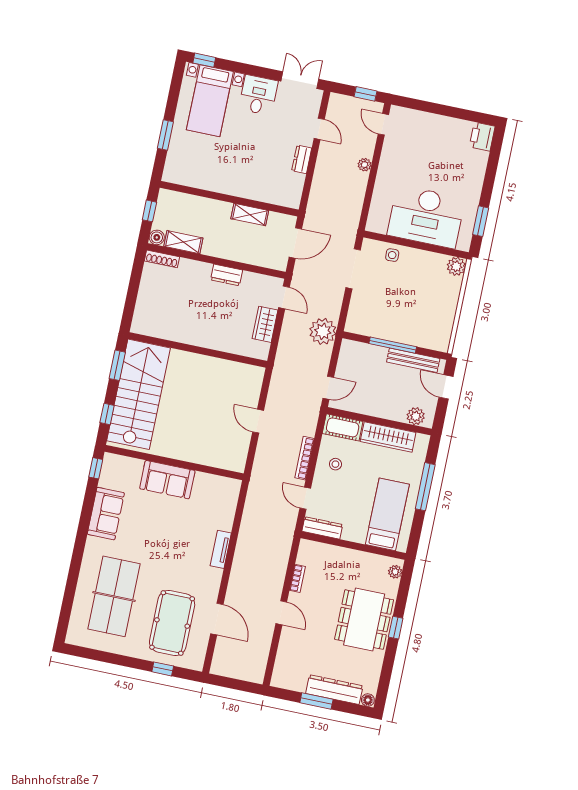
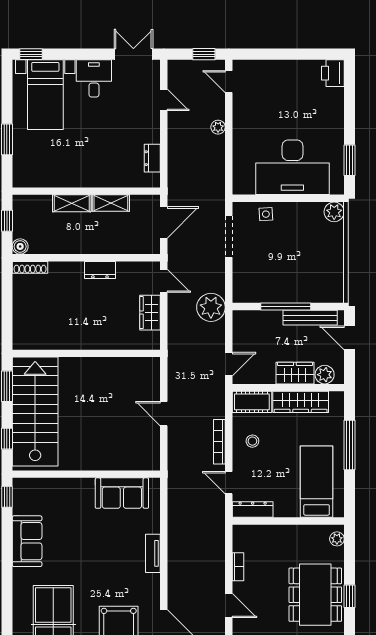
dresser: (302, 159) -> (152, 158), moved
shelving: (183, 242) -> (72, 203), moved
wardrobe: (388, 409) -> (295, 373), added
sofa: (167, 480) -> (122, 493), moved

